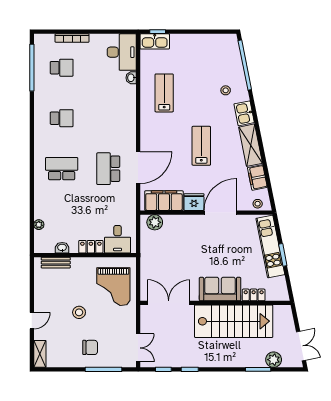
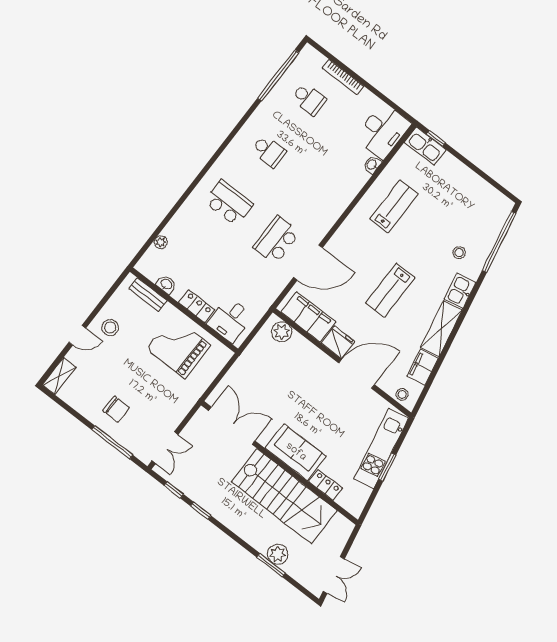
lab bench: (201, 146) -> (390, 290), turned 180
grand piano: (113, 287) -> (178, 347), moved, turned 90
stool: (79, 312) -> (110, 327), moved
plant: (274, 360) -> (278, 554), moved

